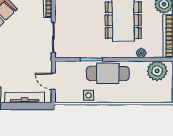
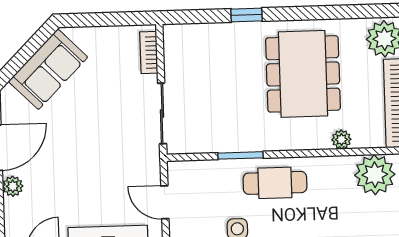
cafe table: (108, 73) -> (275, 183), width x0.73, depth x0.74

